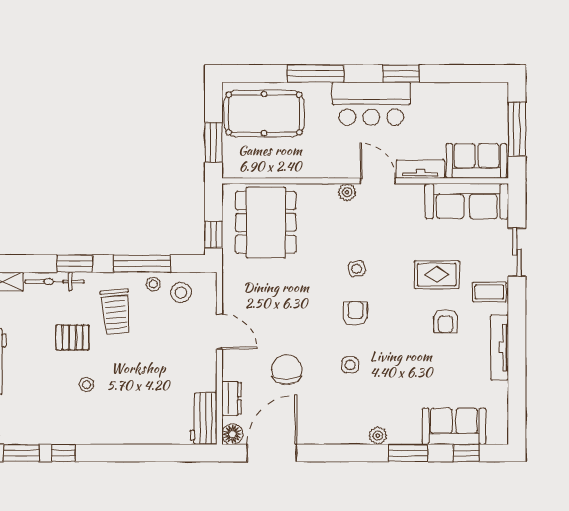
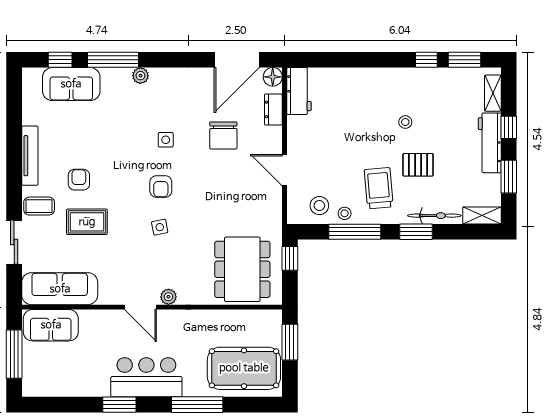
tv unit: (420, 169) -> (102, 318), removed
window: (408, 453) -> (113, 60), width x1.44

